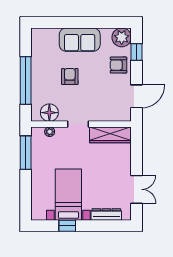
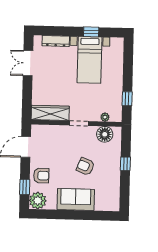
armchair: (70, 76) -> (85, 166), turned 112
window: (26, 81) -> (125, 164), width x0.32
window: (26, 153) -> (127, 99), width x0.46

